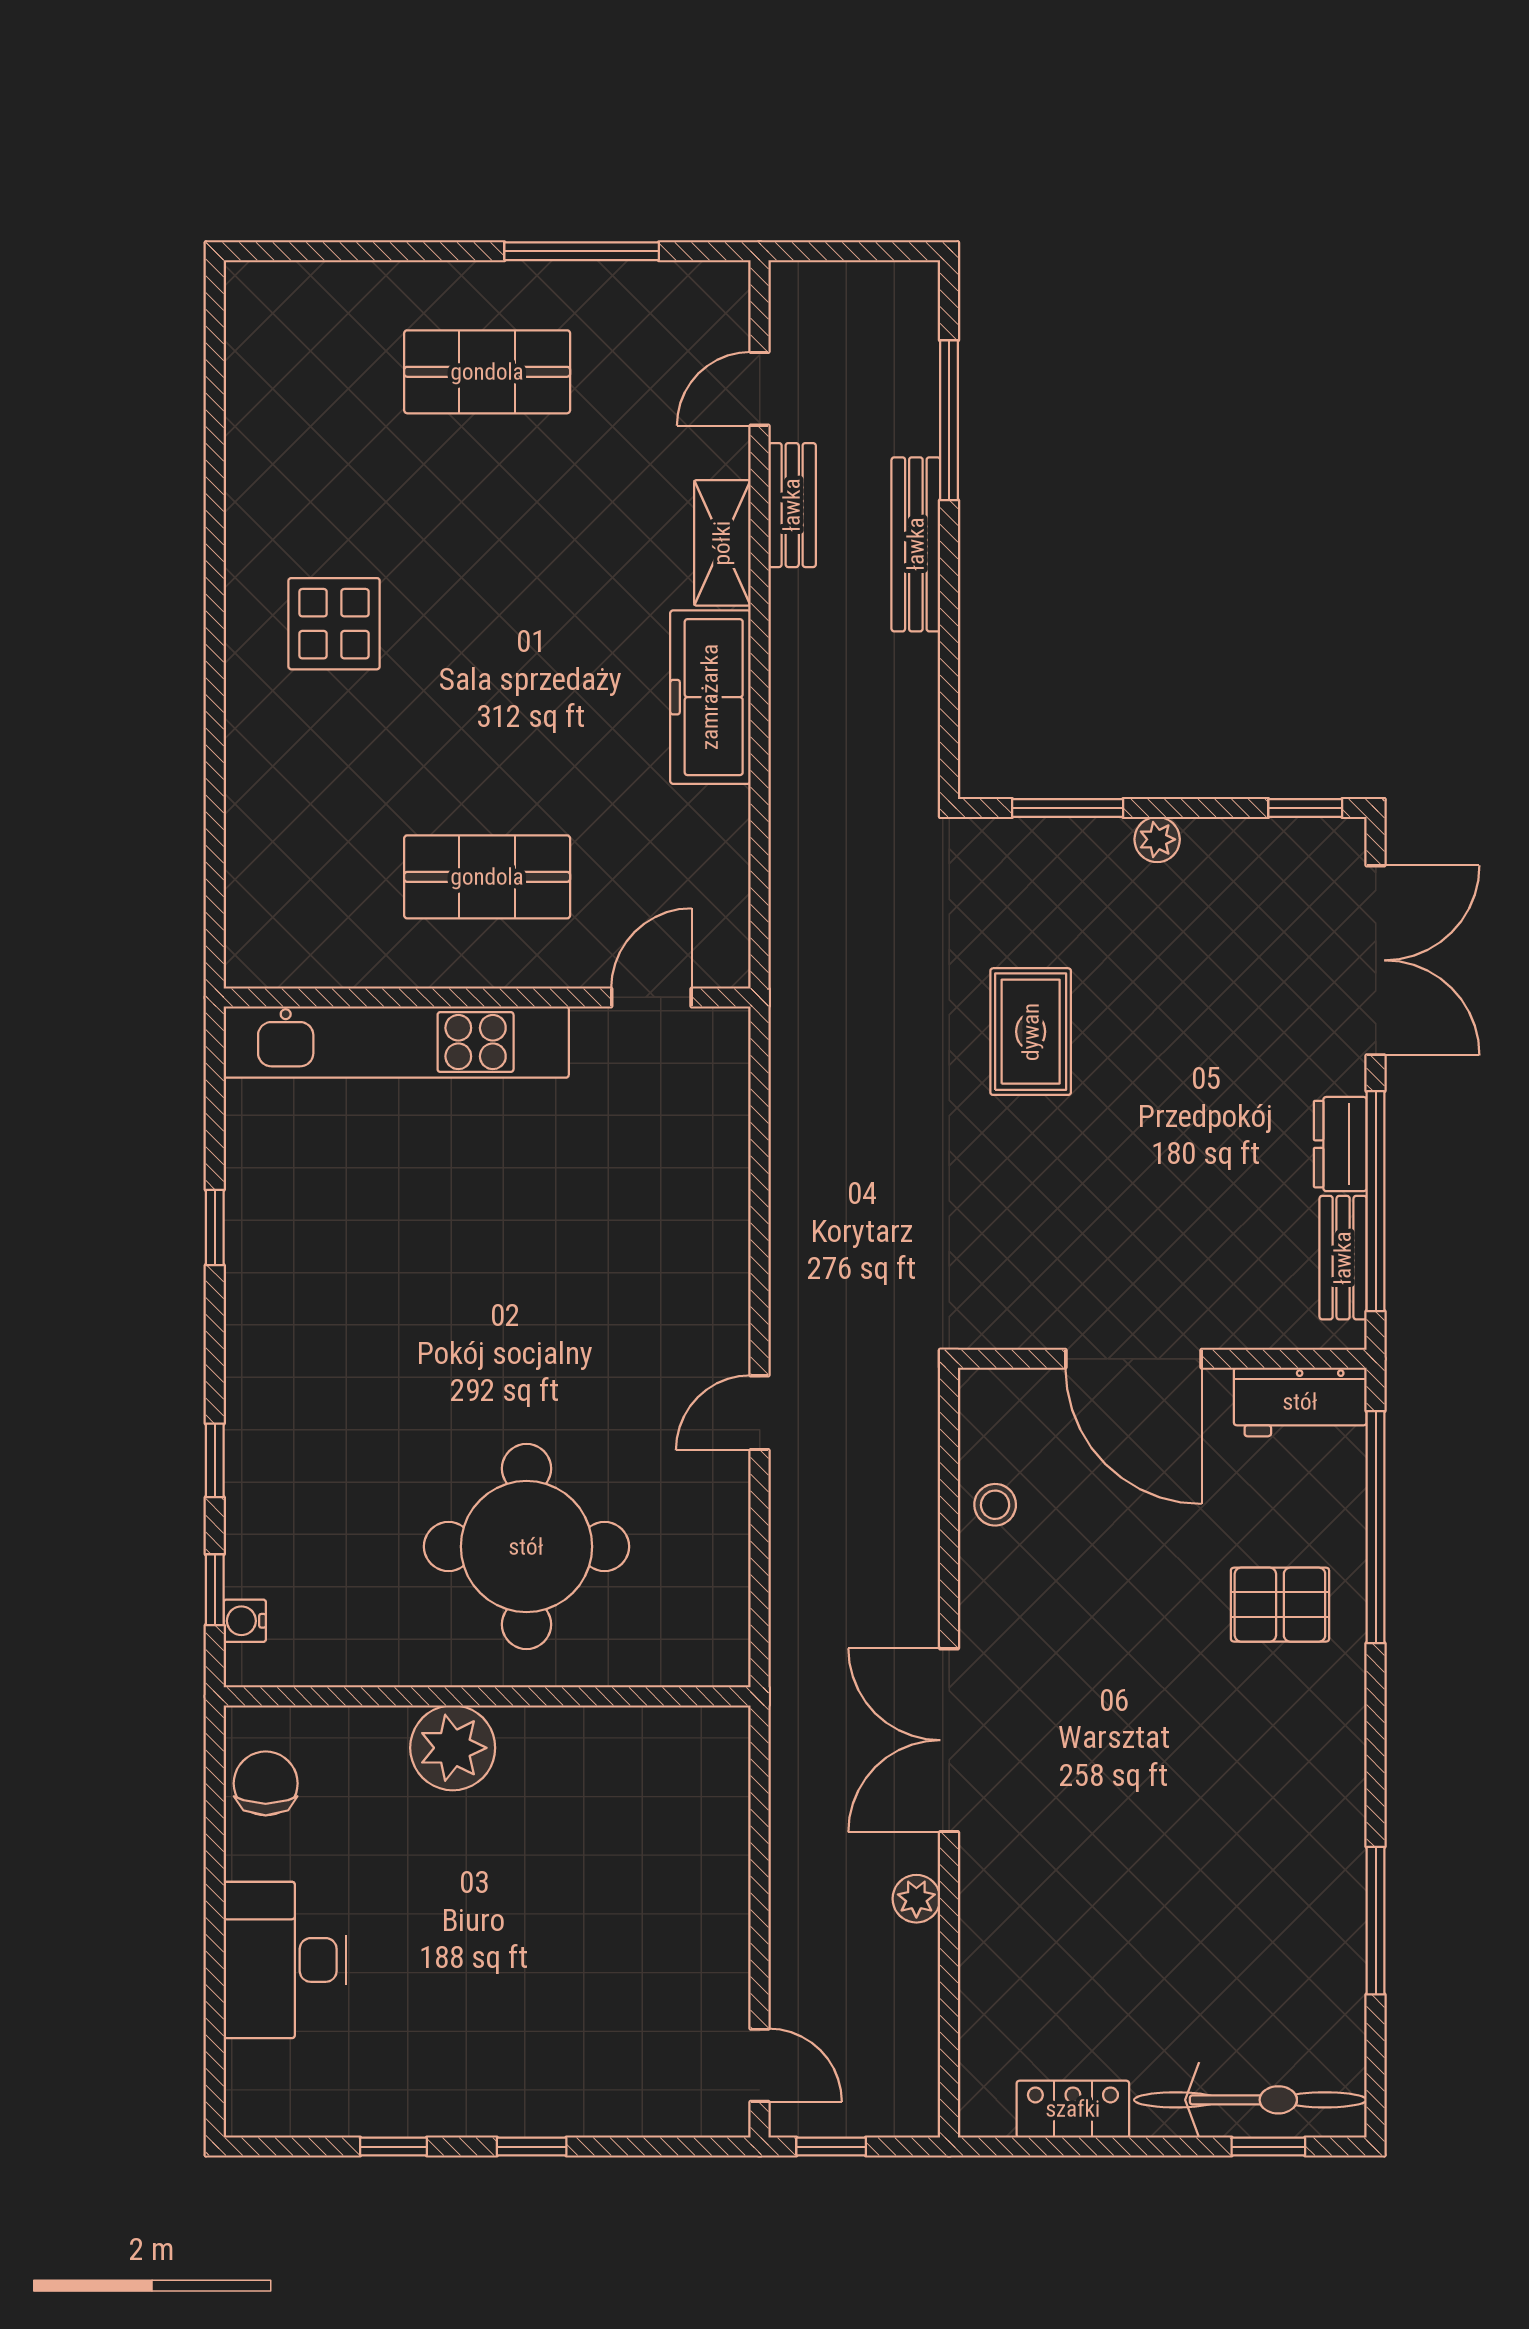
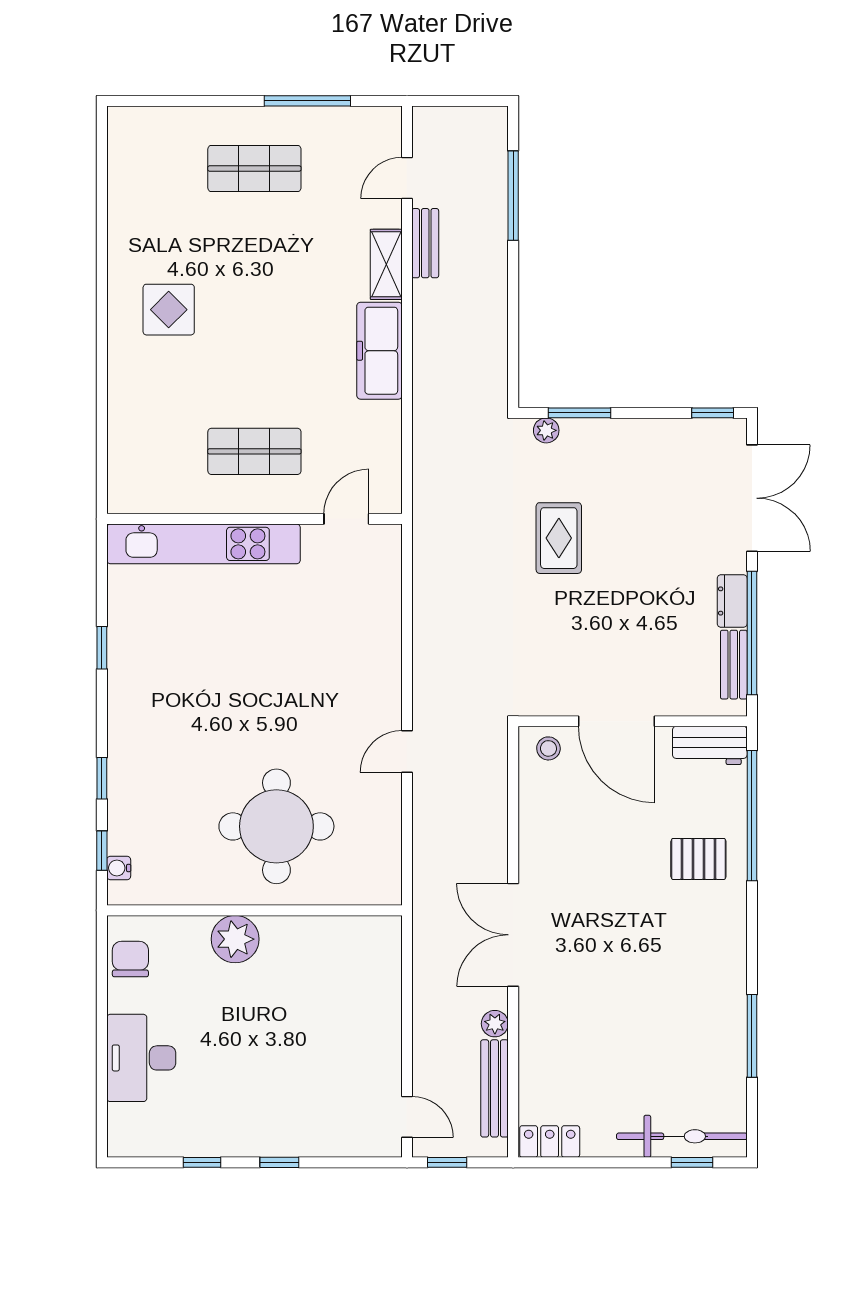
bench: (916, 544) -> (495, 1088), moved
plant: (1157, 839) -> (546, 430), moved
stool: (995, 1505) -> (548, 748), moved
locker: (1073, 2109) -> (550, 1142), moved

